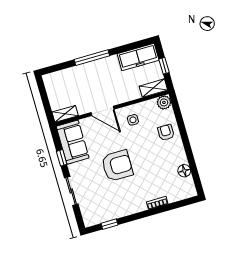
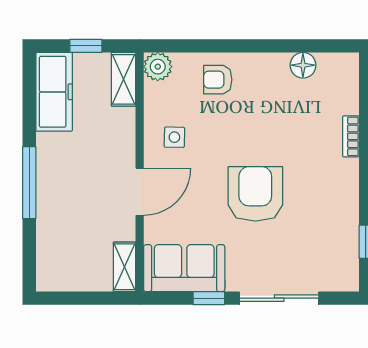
sliding door: (71, 191) -> (279, 298), width x1.37

